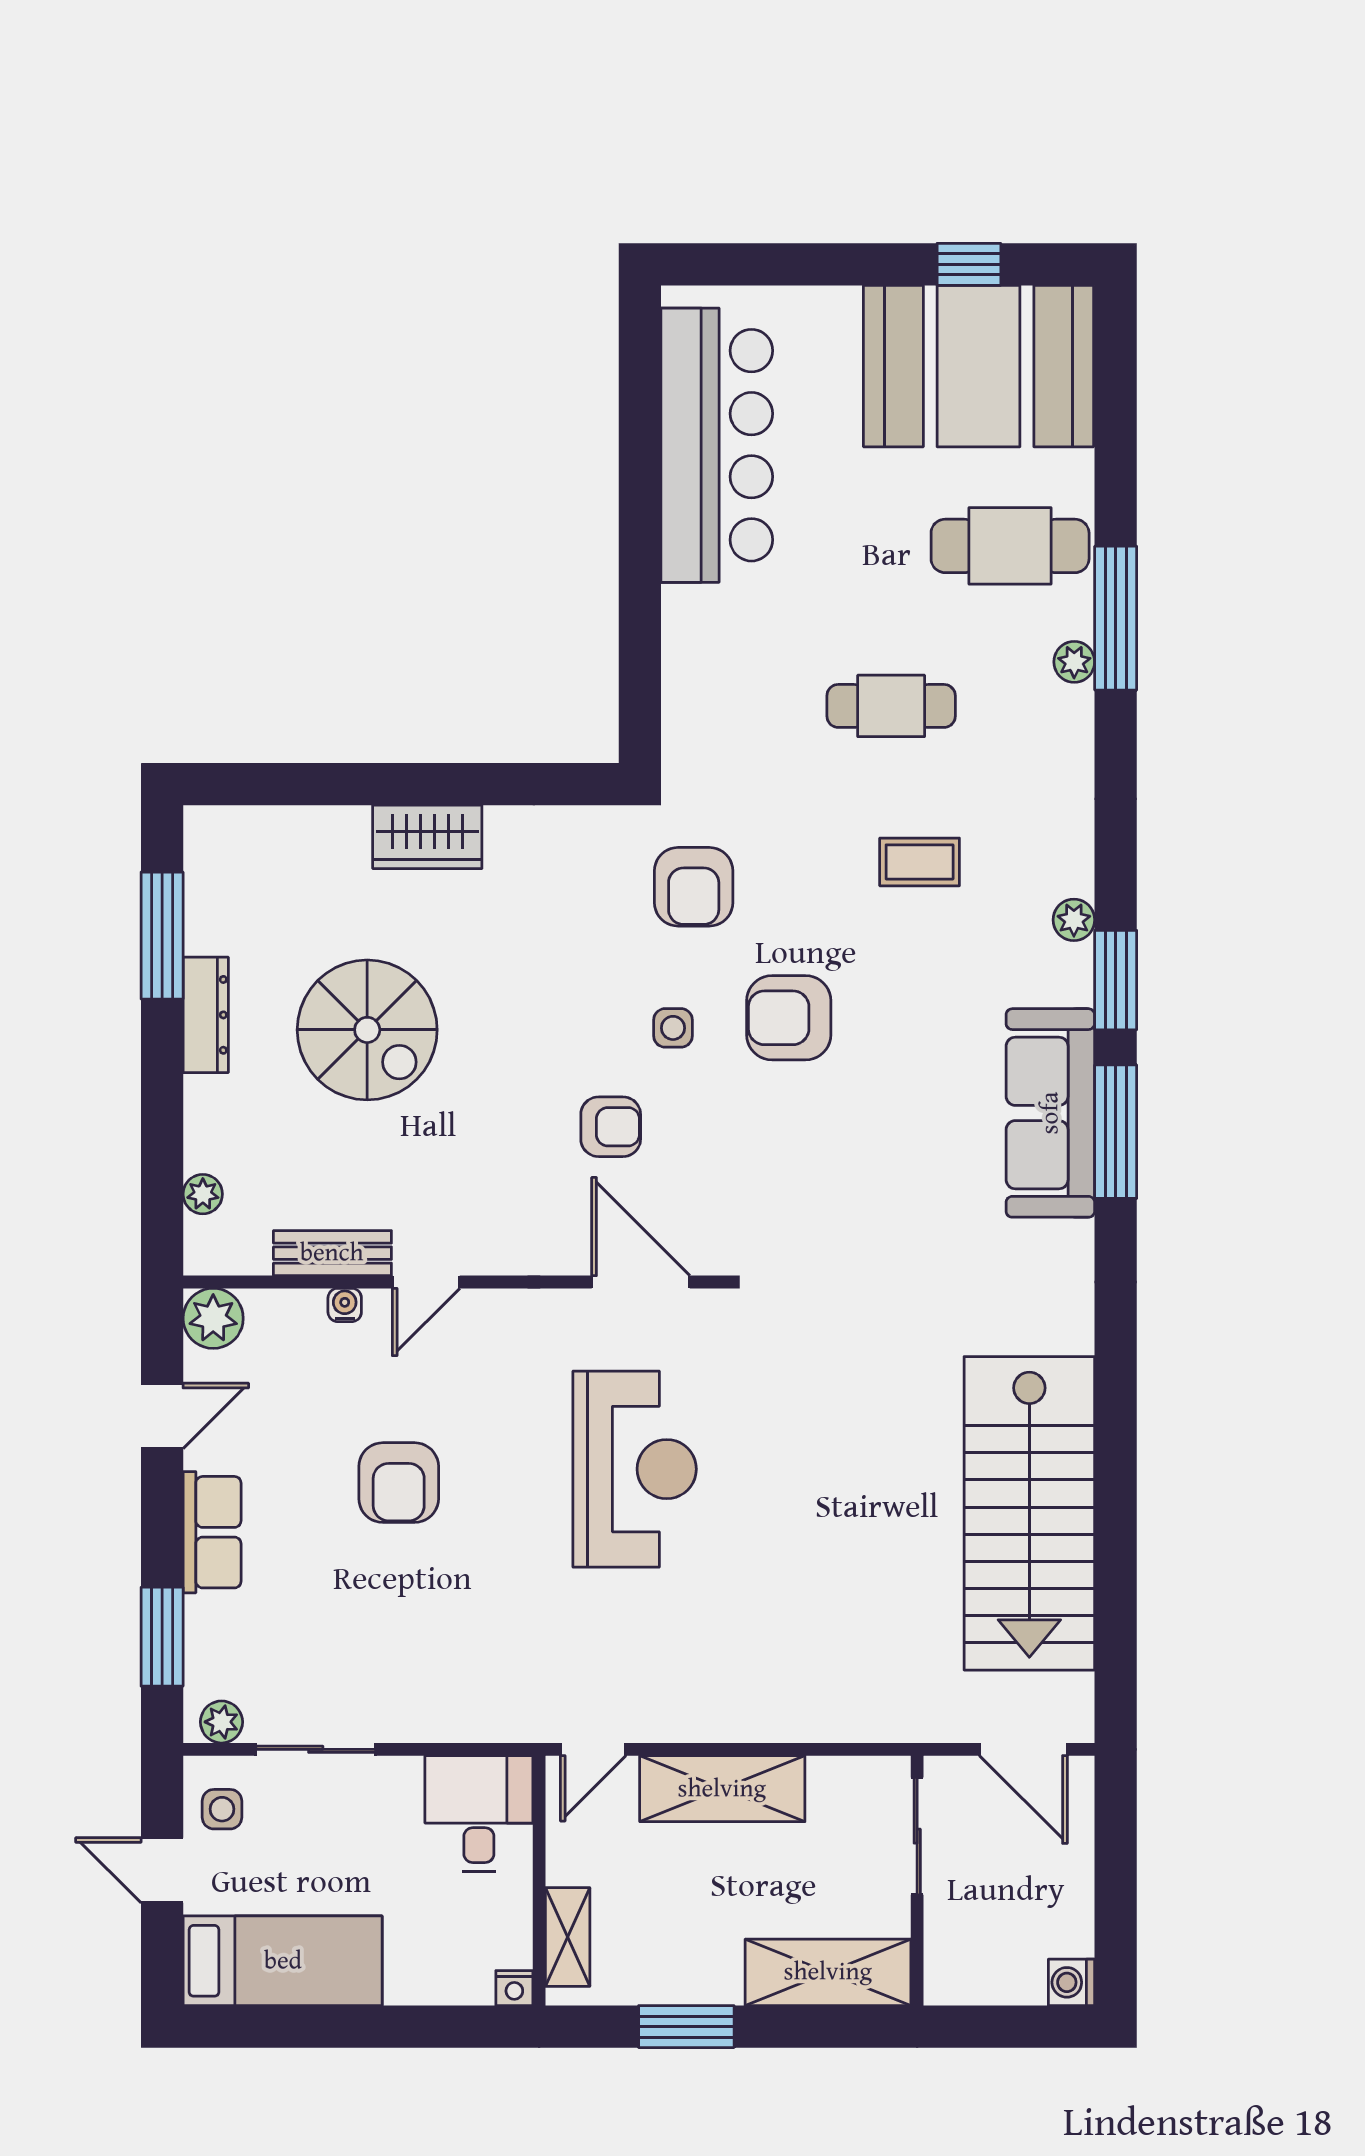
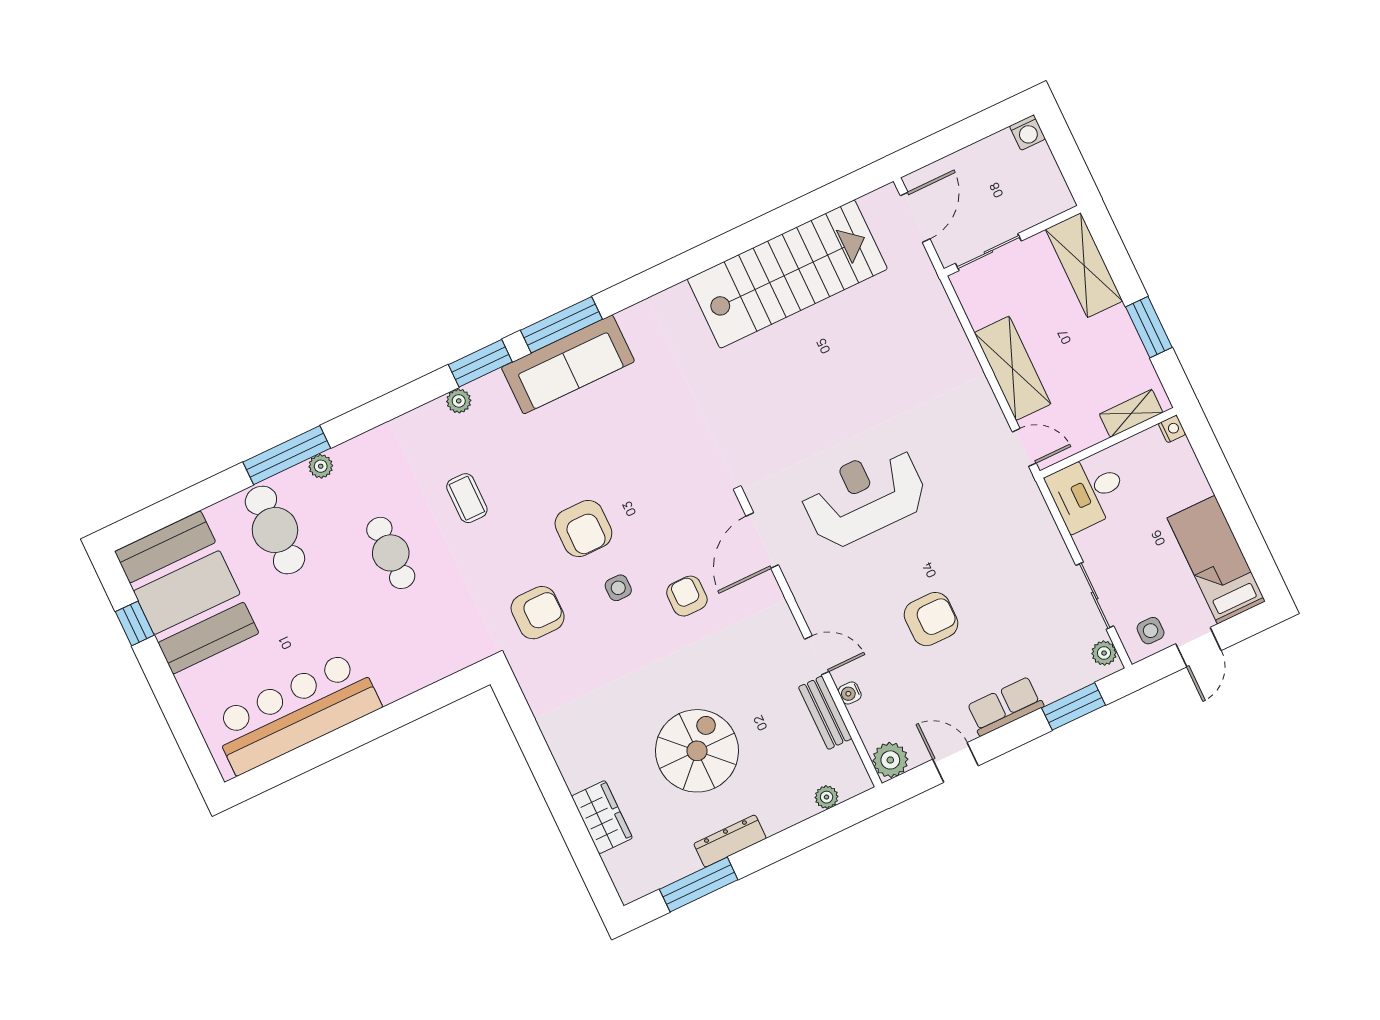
wardrobe: (427, 837) -> (602, 817), moved

